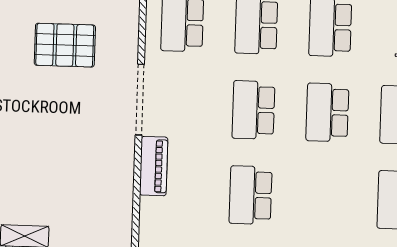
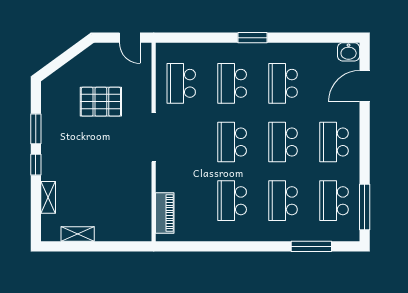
piano: (154, 166) -> (165, 213), moved
school desk: (325, 198) -> (283, 201), added

